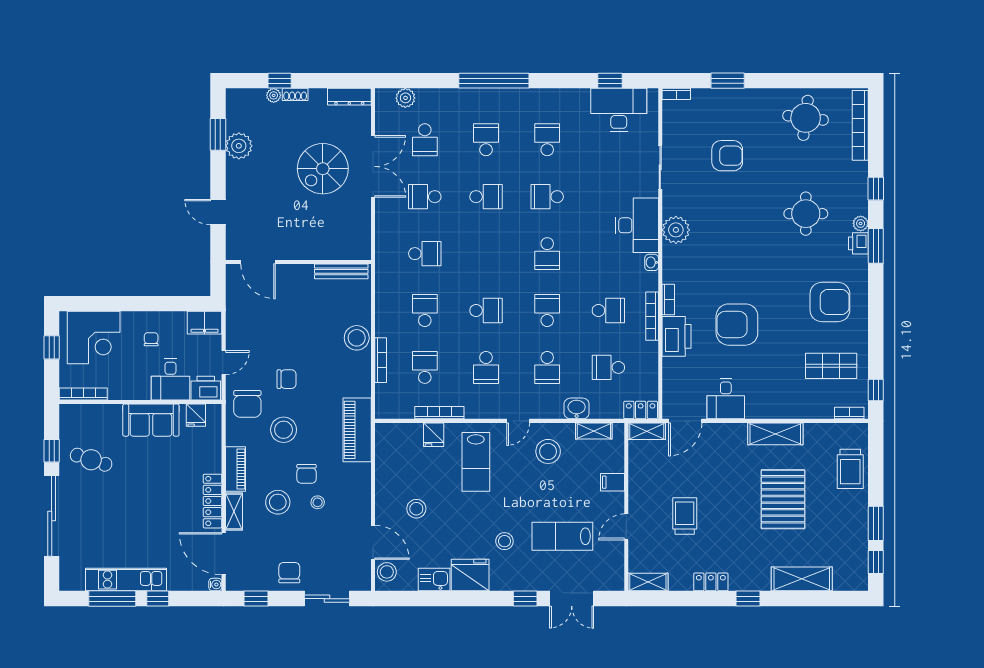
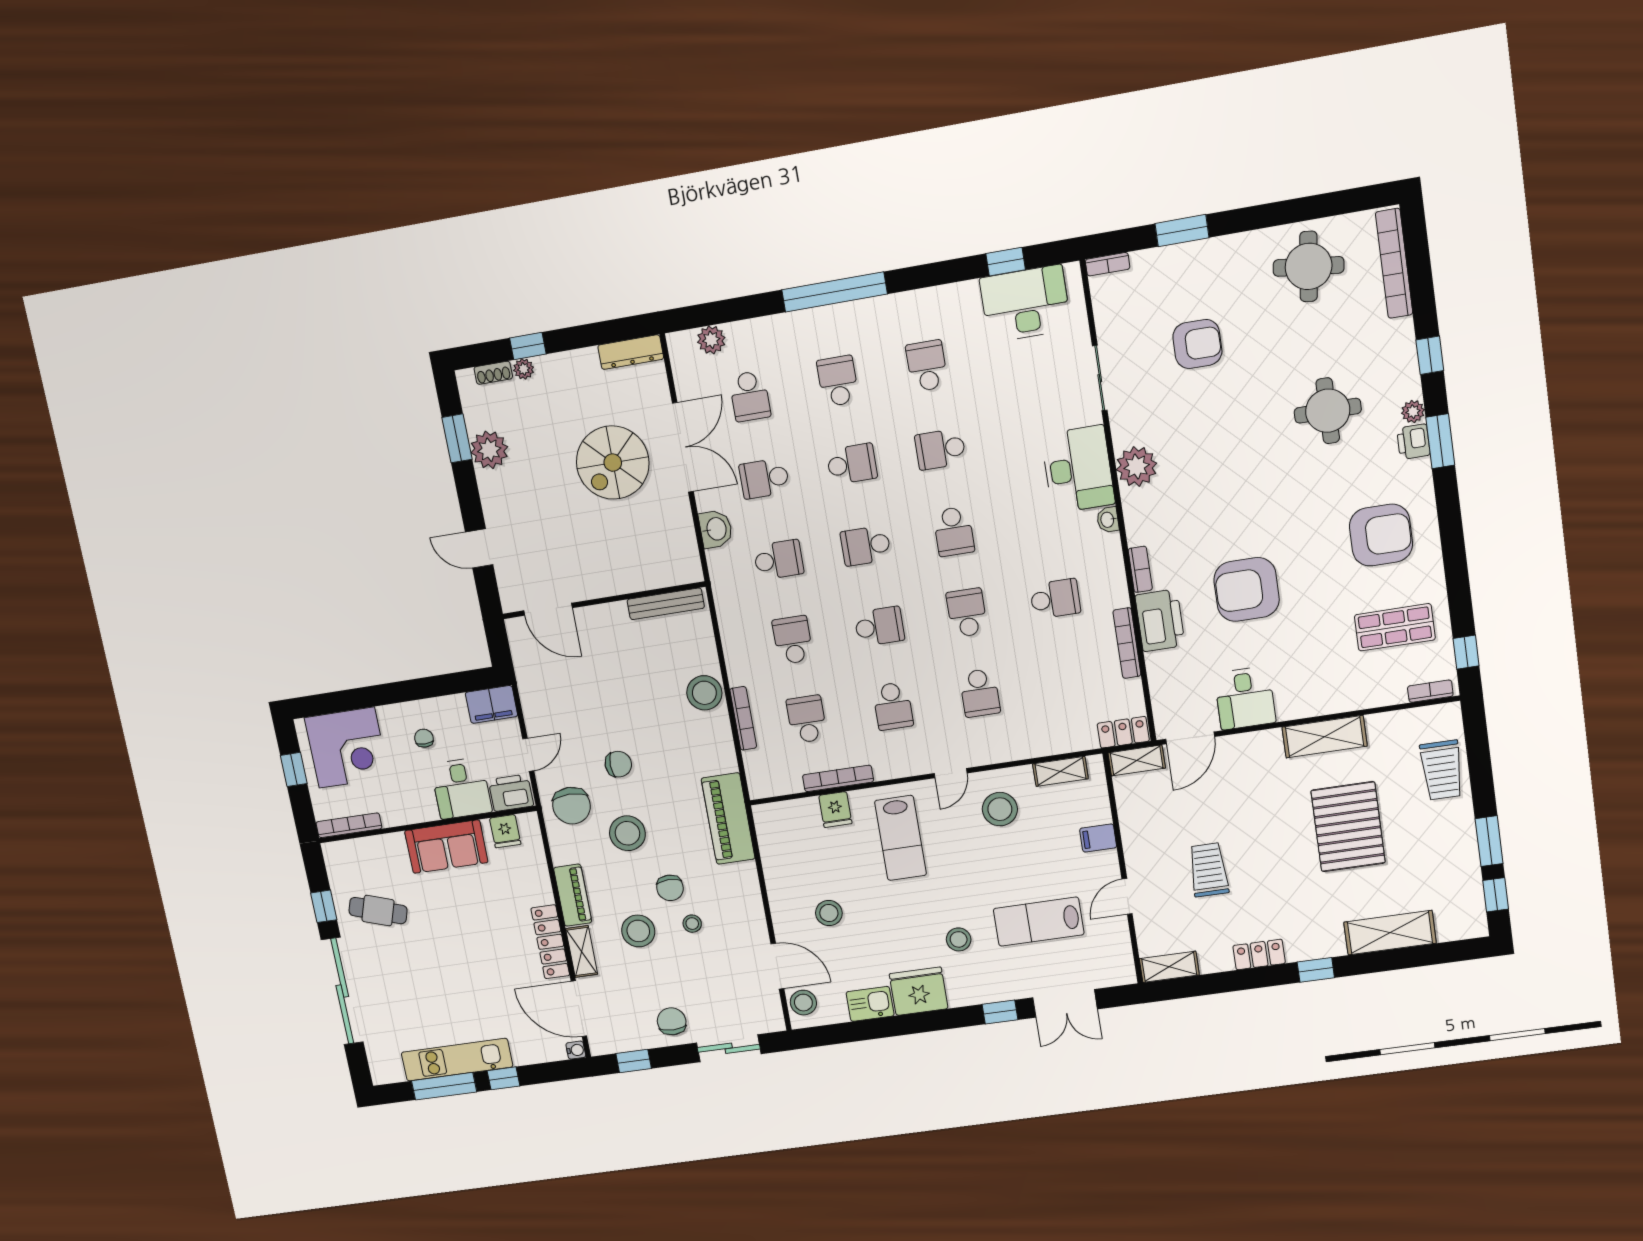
shoe rack: (295, 94) -> (493, 373), moved
bookcase: (652, 316) -> (1127, 643), moved
school desk: (608, 367) -> (866, 546), moved
washbasin: (577, 408) -> (716, 529), moved, turned 90

